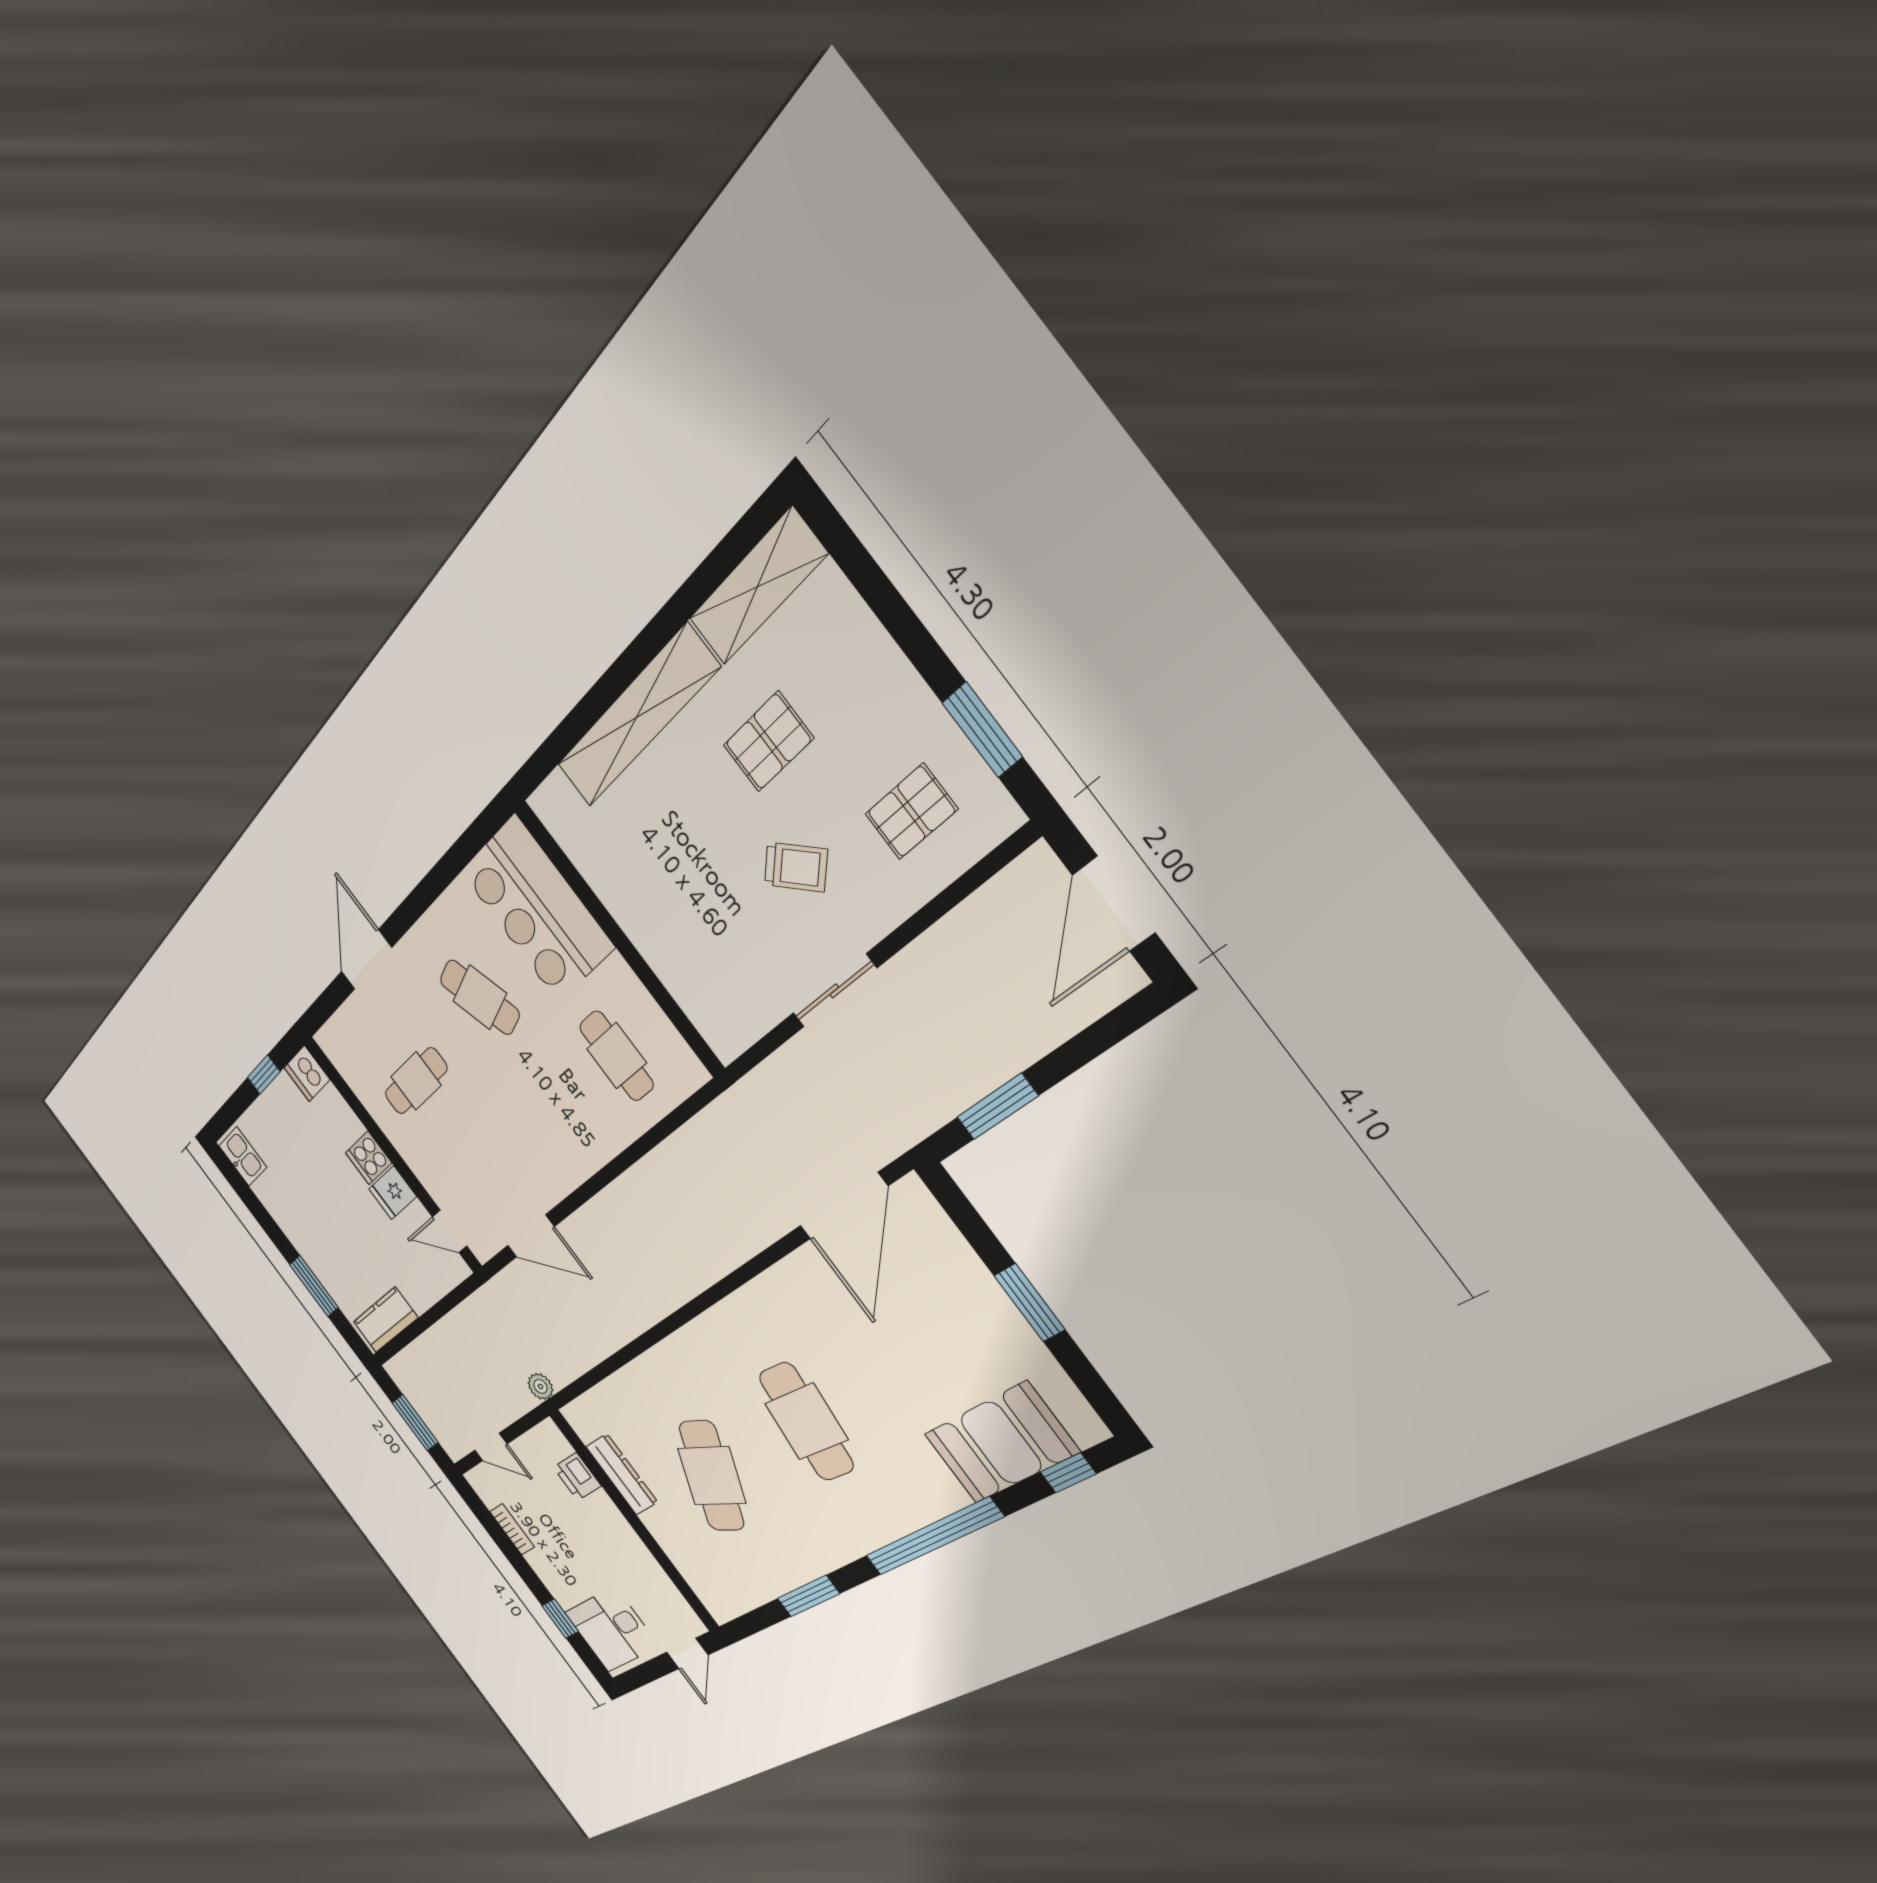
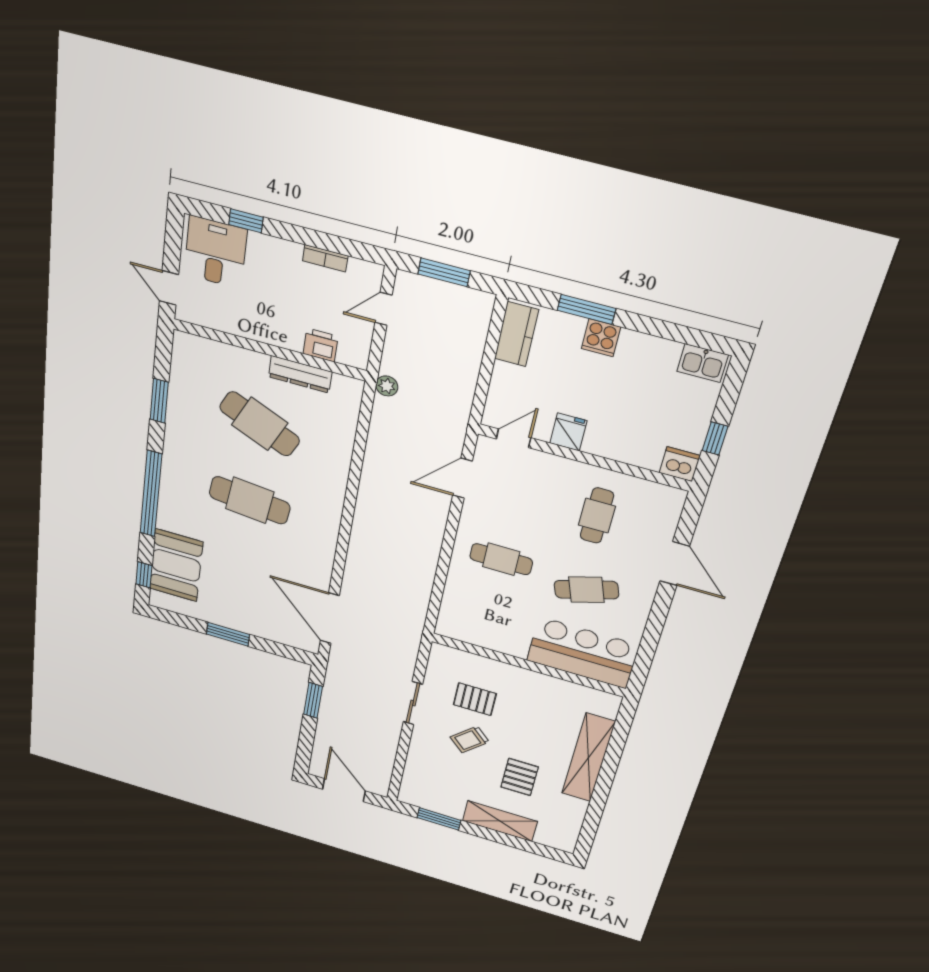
shelving: (757, 587) -> (500, 821), moved, turned 90
pallet: (911, 812) -> (475, 699), moved, turned 90
cafe table: (616, 1056) -> (501, 559), moved
cooker: (369, 1158) -> (601, 338), moved, turned 180

